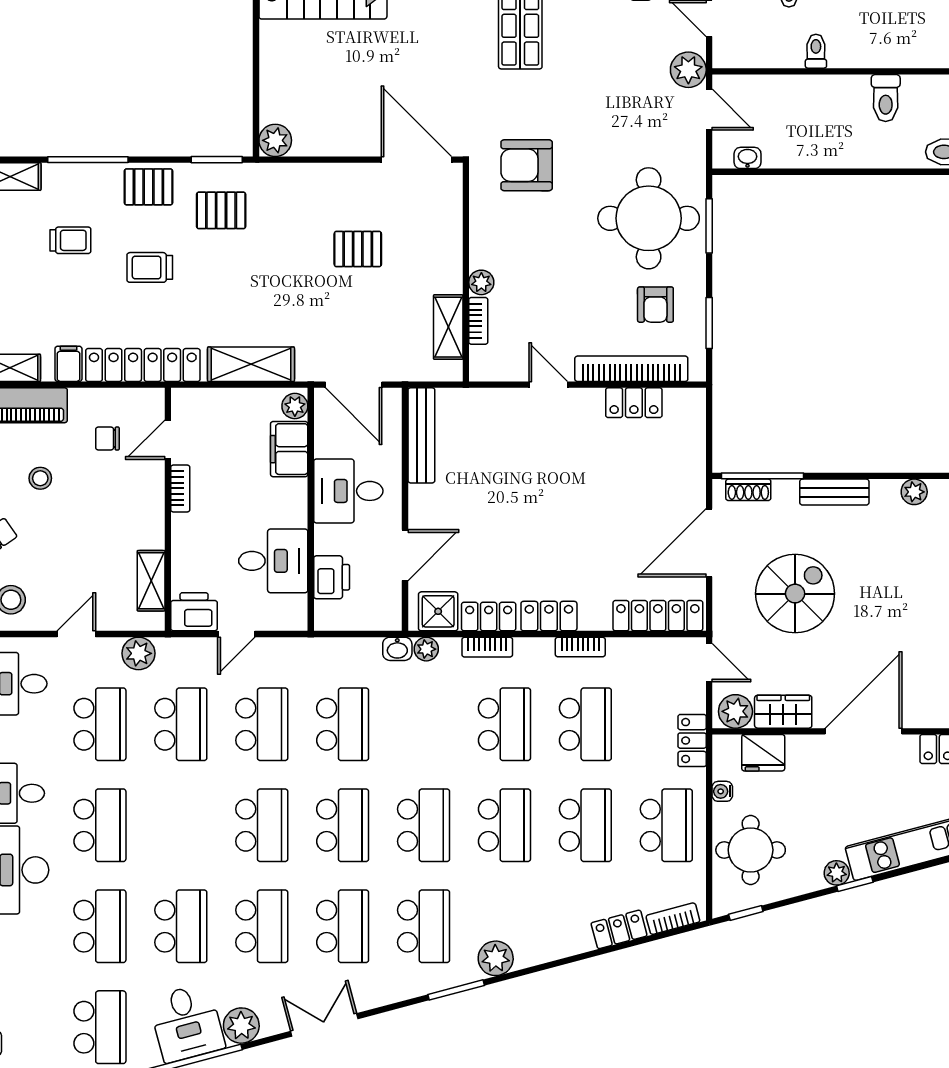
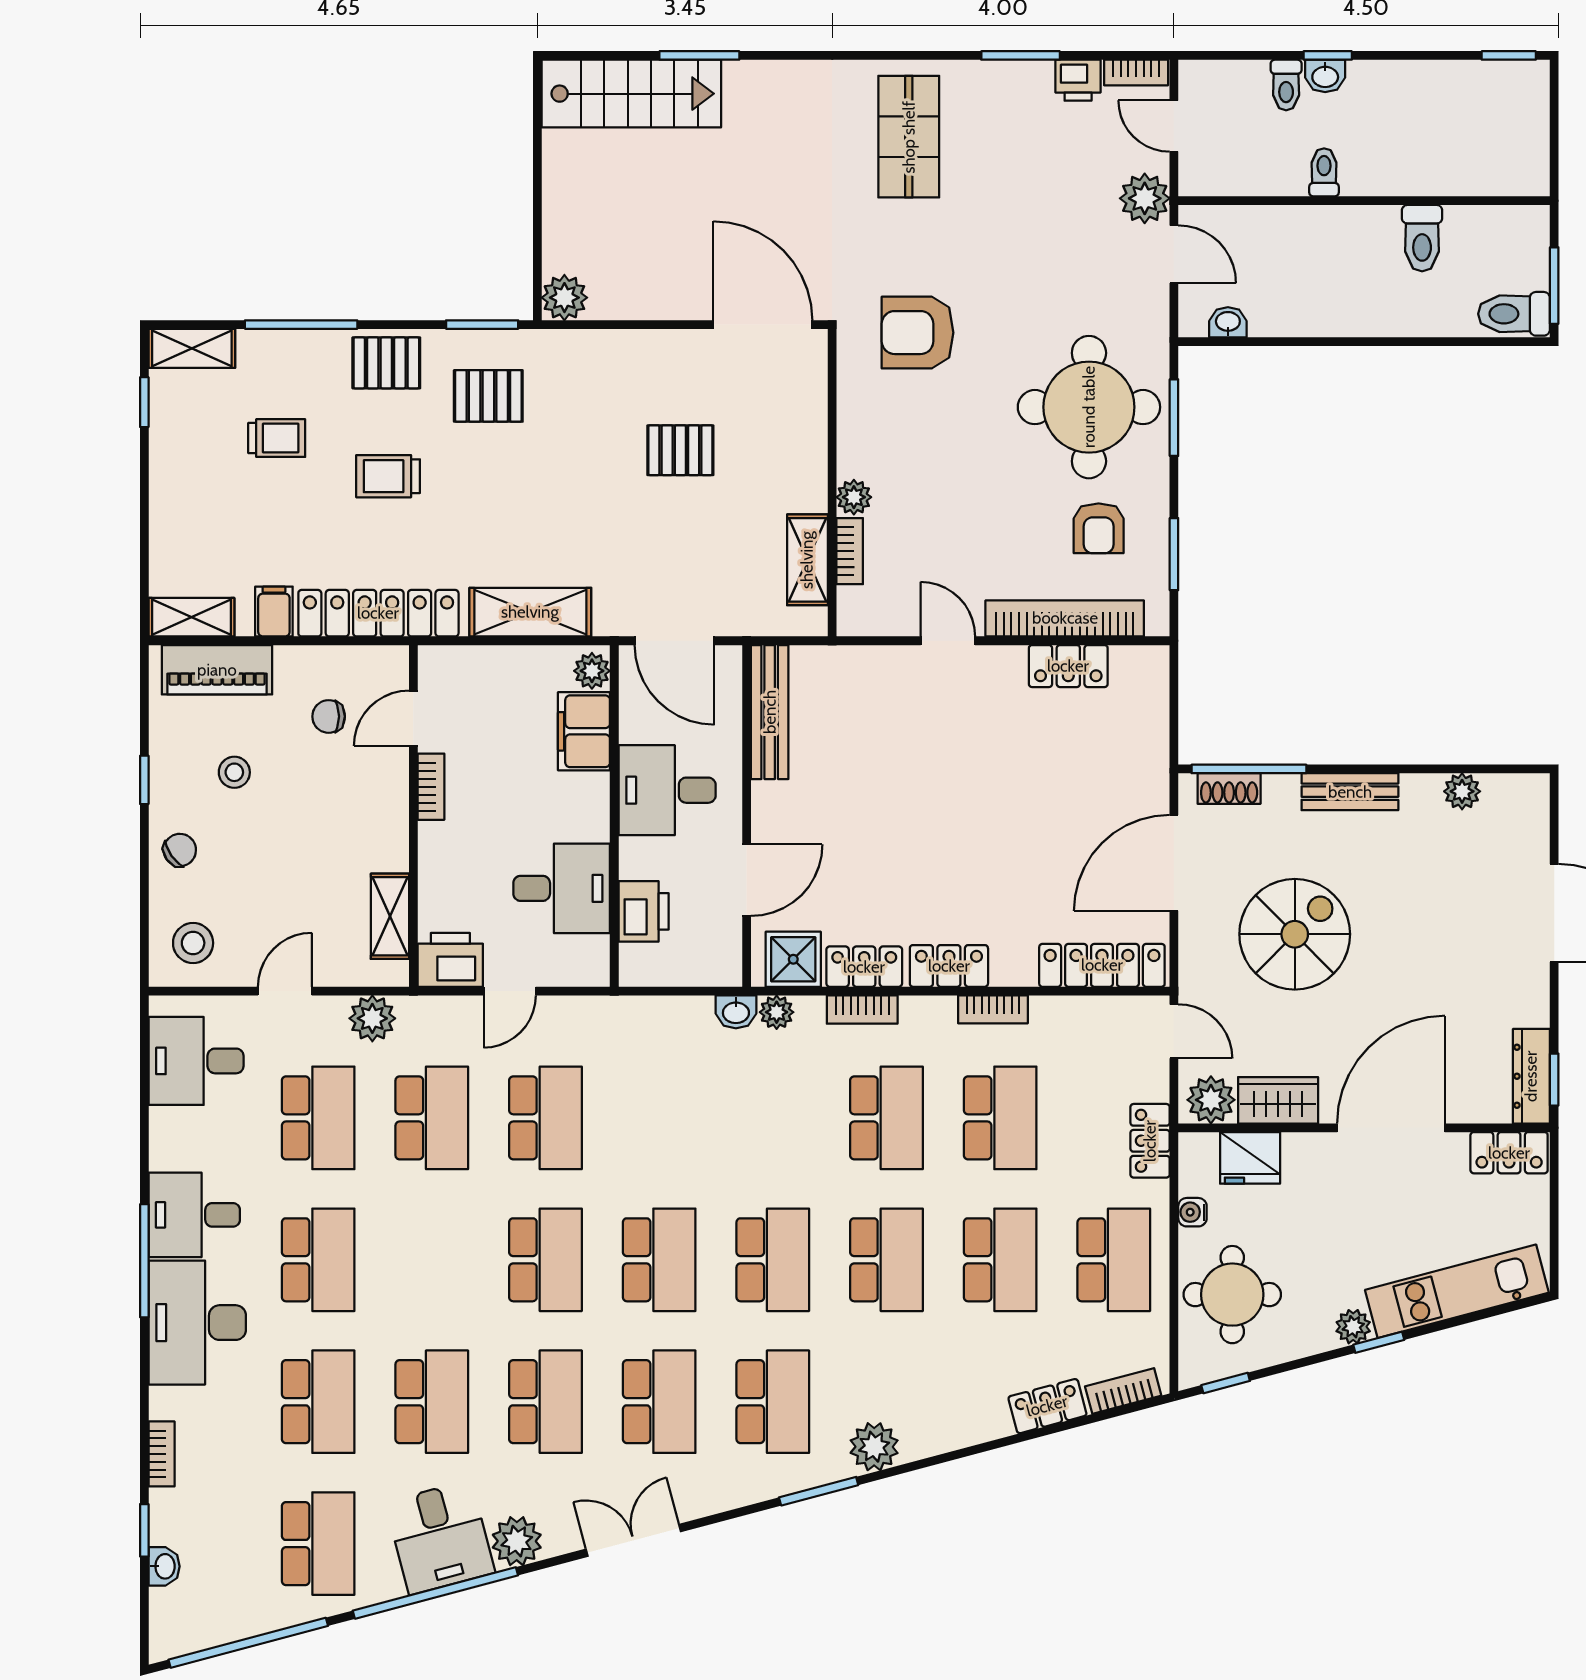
school desk: (343, 724) -> (659, 1118), removed

